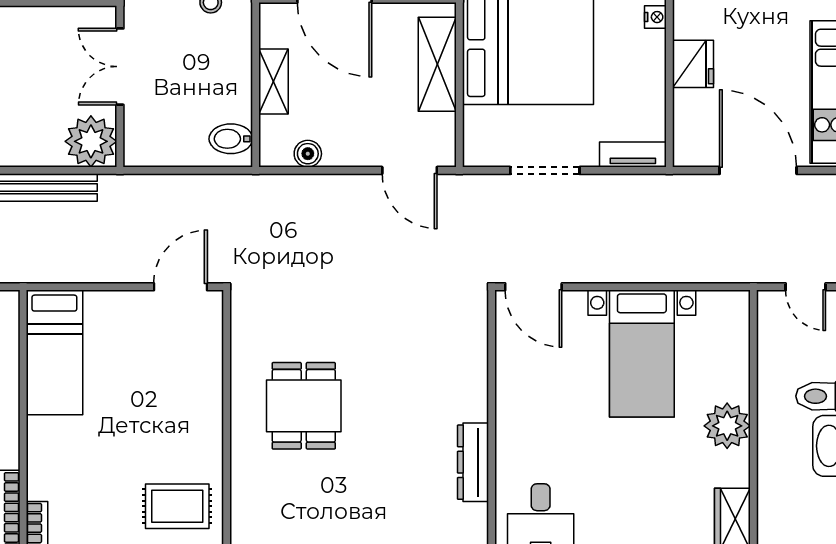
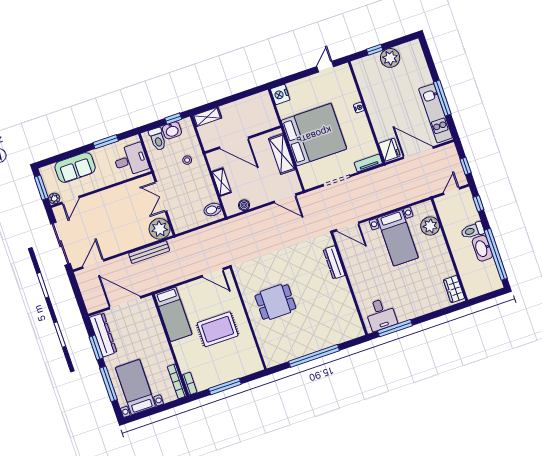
fridge: (693, 64) -> (389, 150), moved
door: (180, 287) -> (213, 273), swing flipped
door: (806, 287) -> (452, 191), swing flipped
dining table: (304, 406) -> (275, 302), turned 90
plant: (727, 426) -> (430, 226), moved
dresser: (473, 462) -> (334, 262), moved
rug: (177, 506) -> (218, 329), moved, width x1.36, depth x1.43

